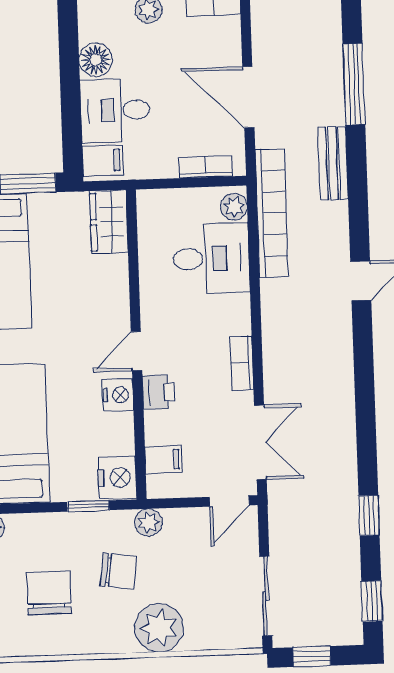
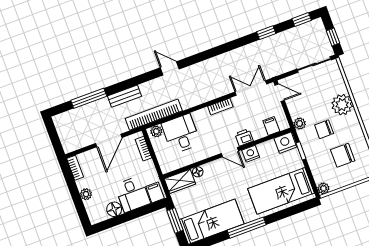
floor lamp: (117, 267) -> (198, 172), added
chair: (119, 571) -> (324, 129), turned -98

